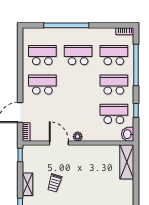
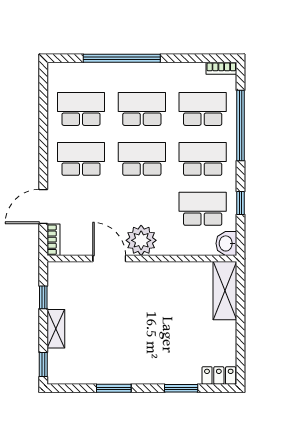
school desk: (78, 85) -> (142, 159), added
plant: (78, 137) -> (141, 240), width x1.87, depth x1.87
window: (20, 155) -> (43, 297), moved
trolley: (54, 183) -> (102, 326), removed

